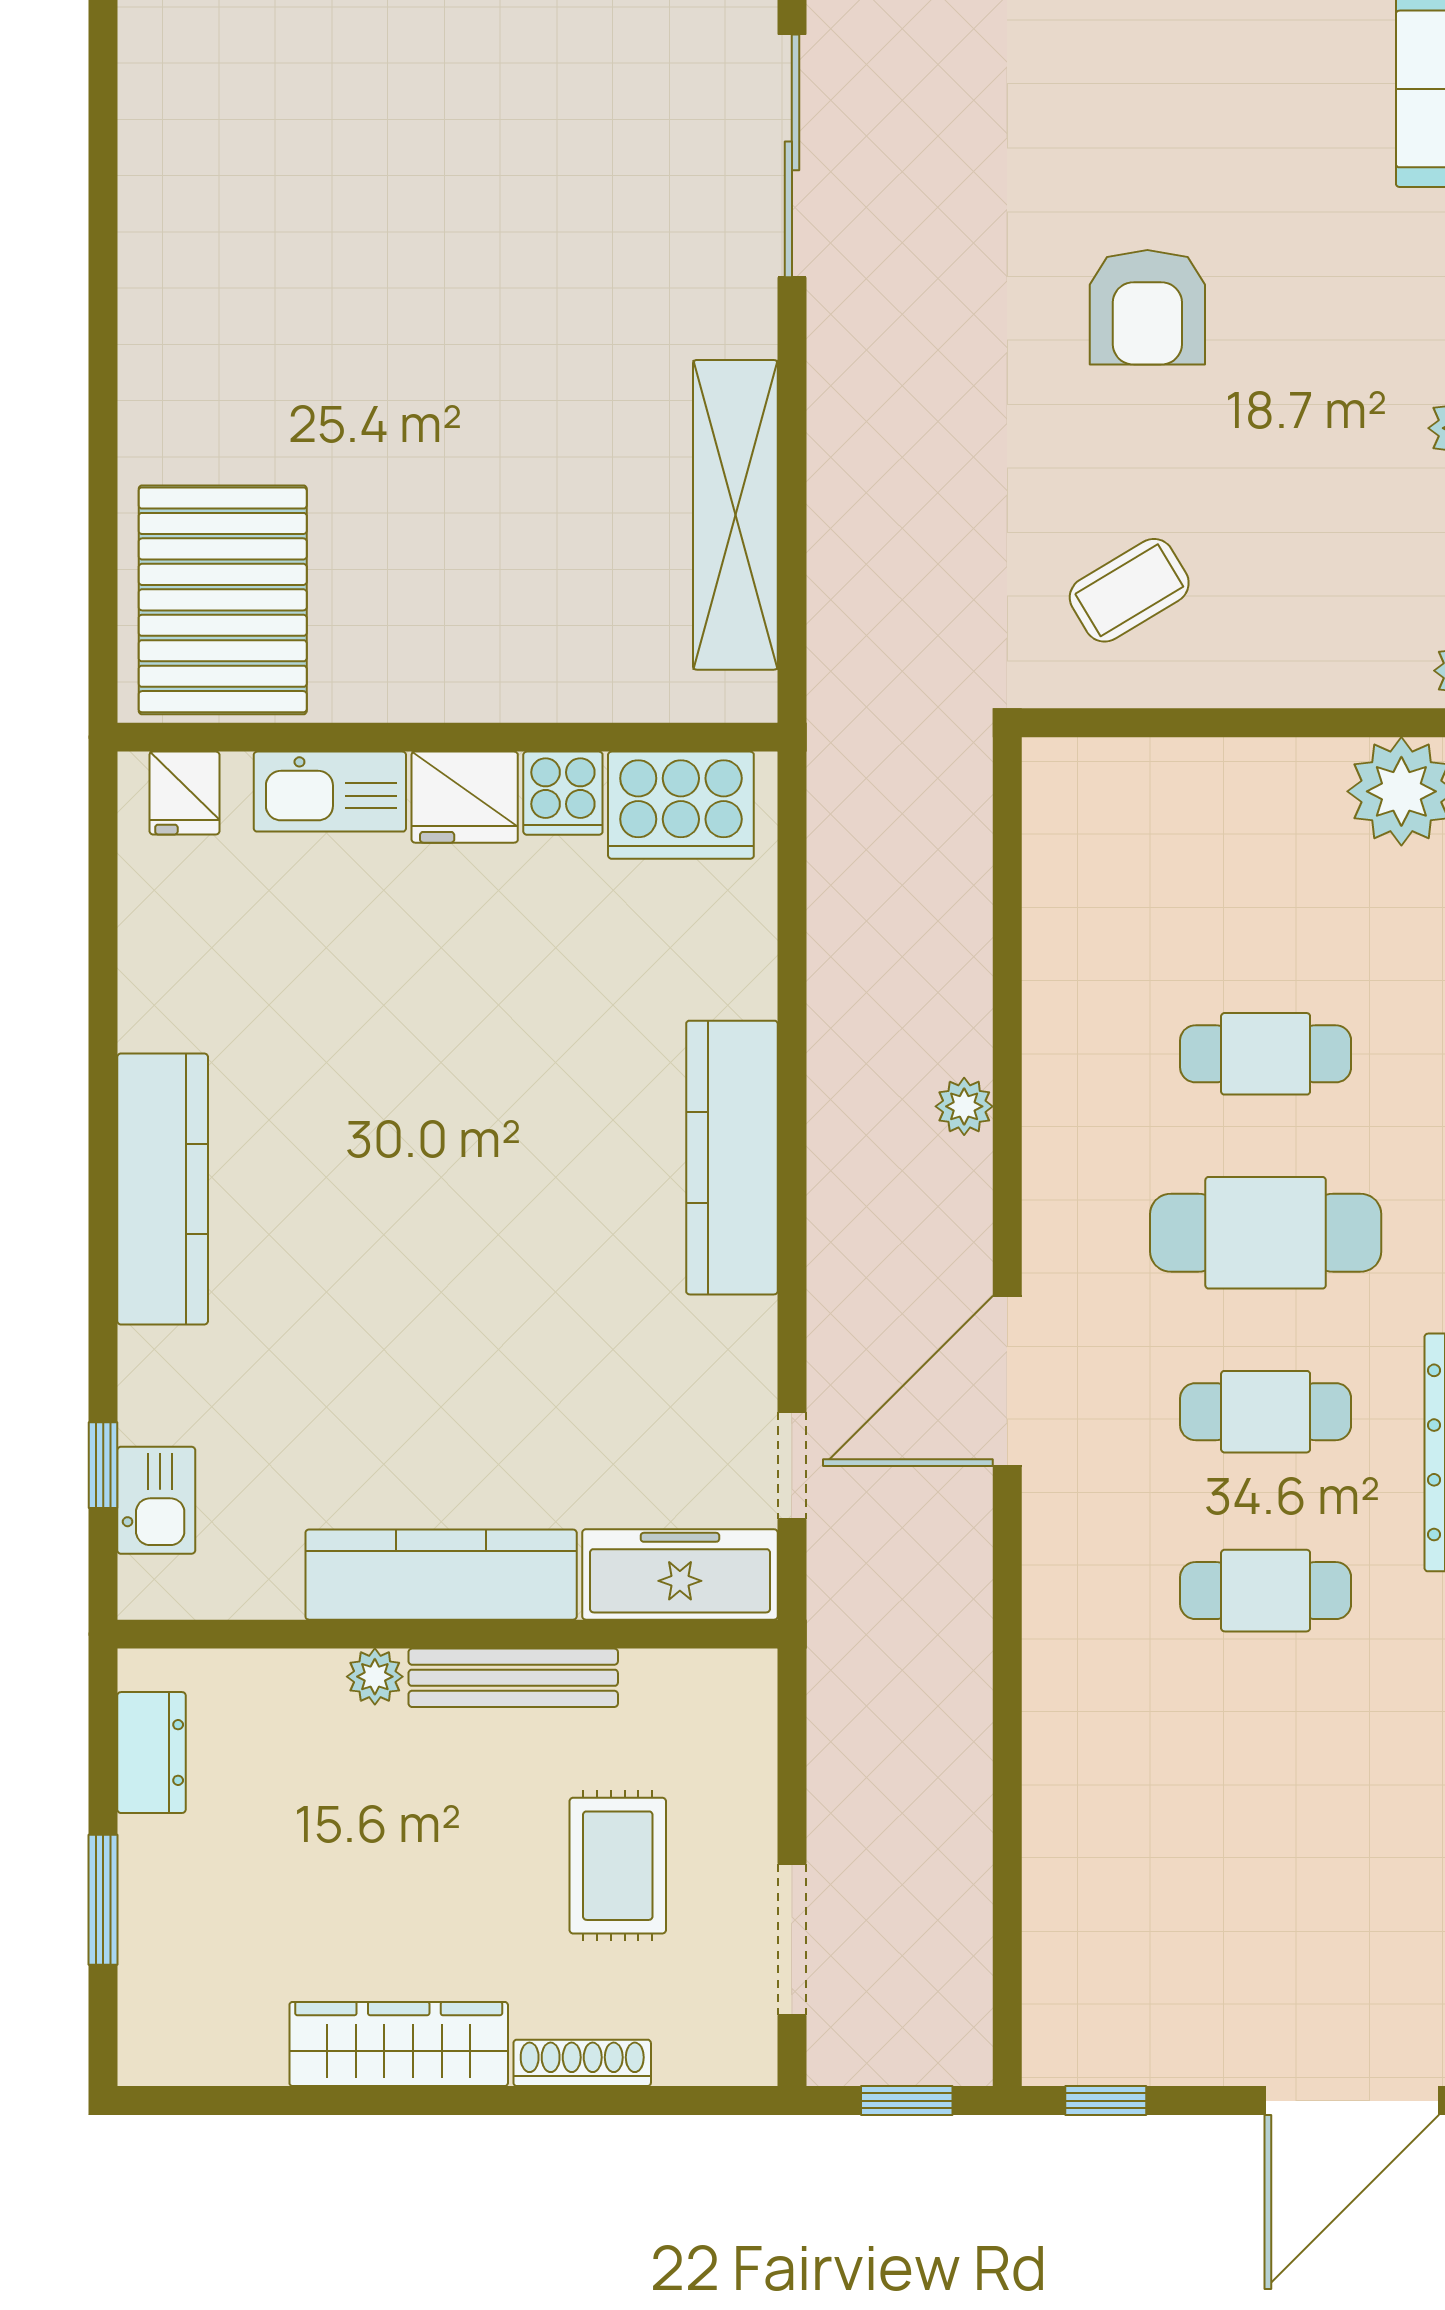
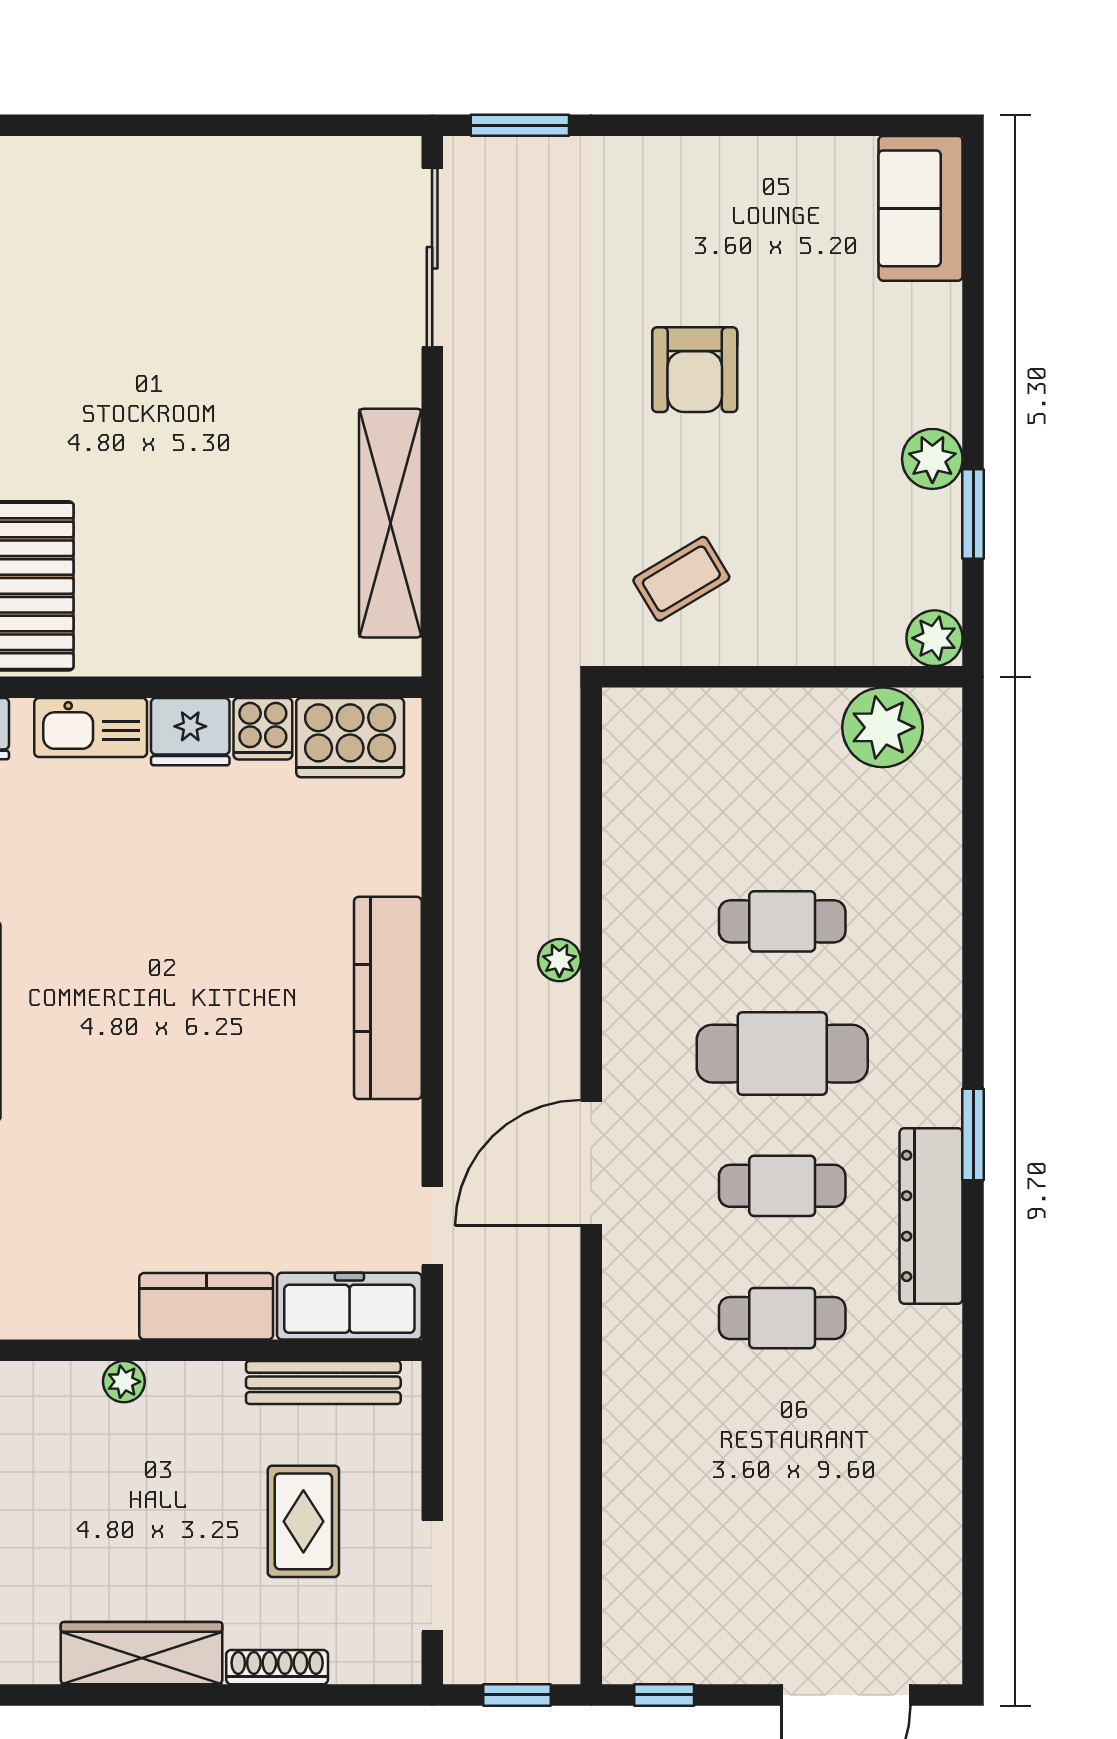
kitchen counter: (441, 1575) -> (206, 1306), width x0.67
bench: (513, 1678) -> (323, 1382), moved

